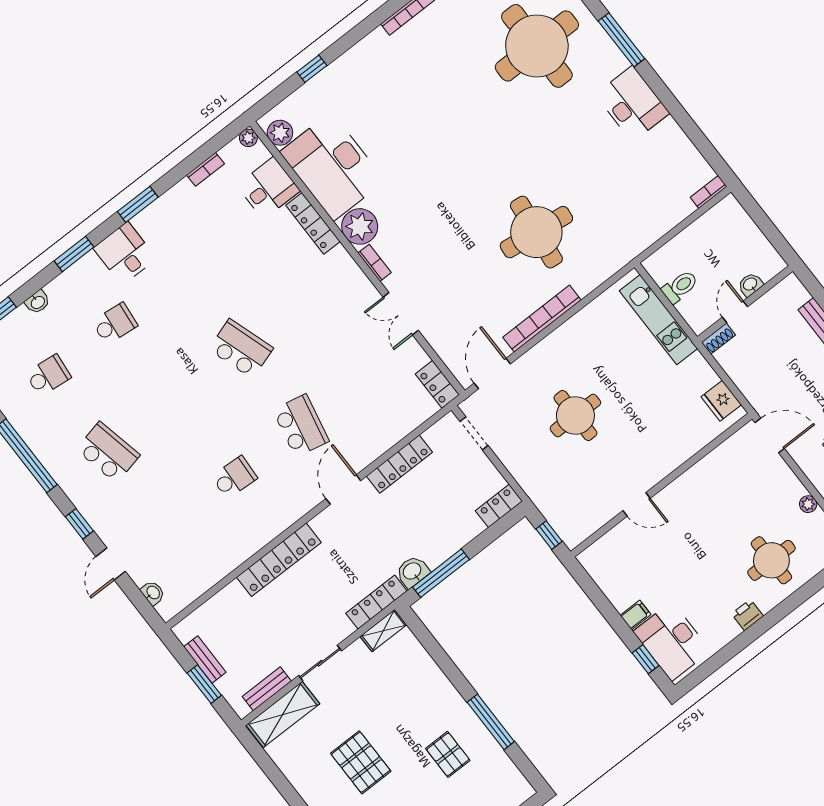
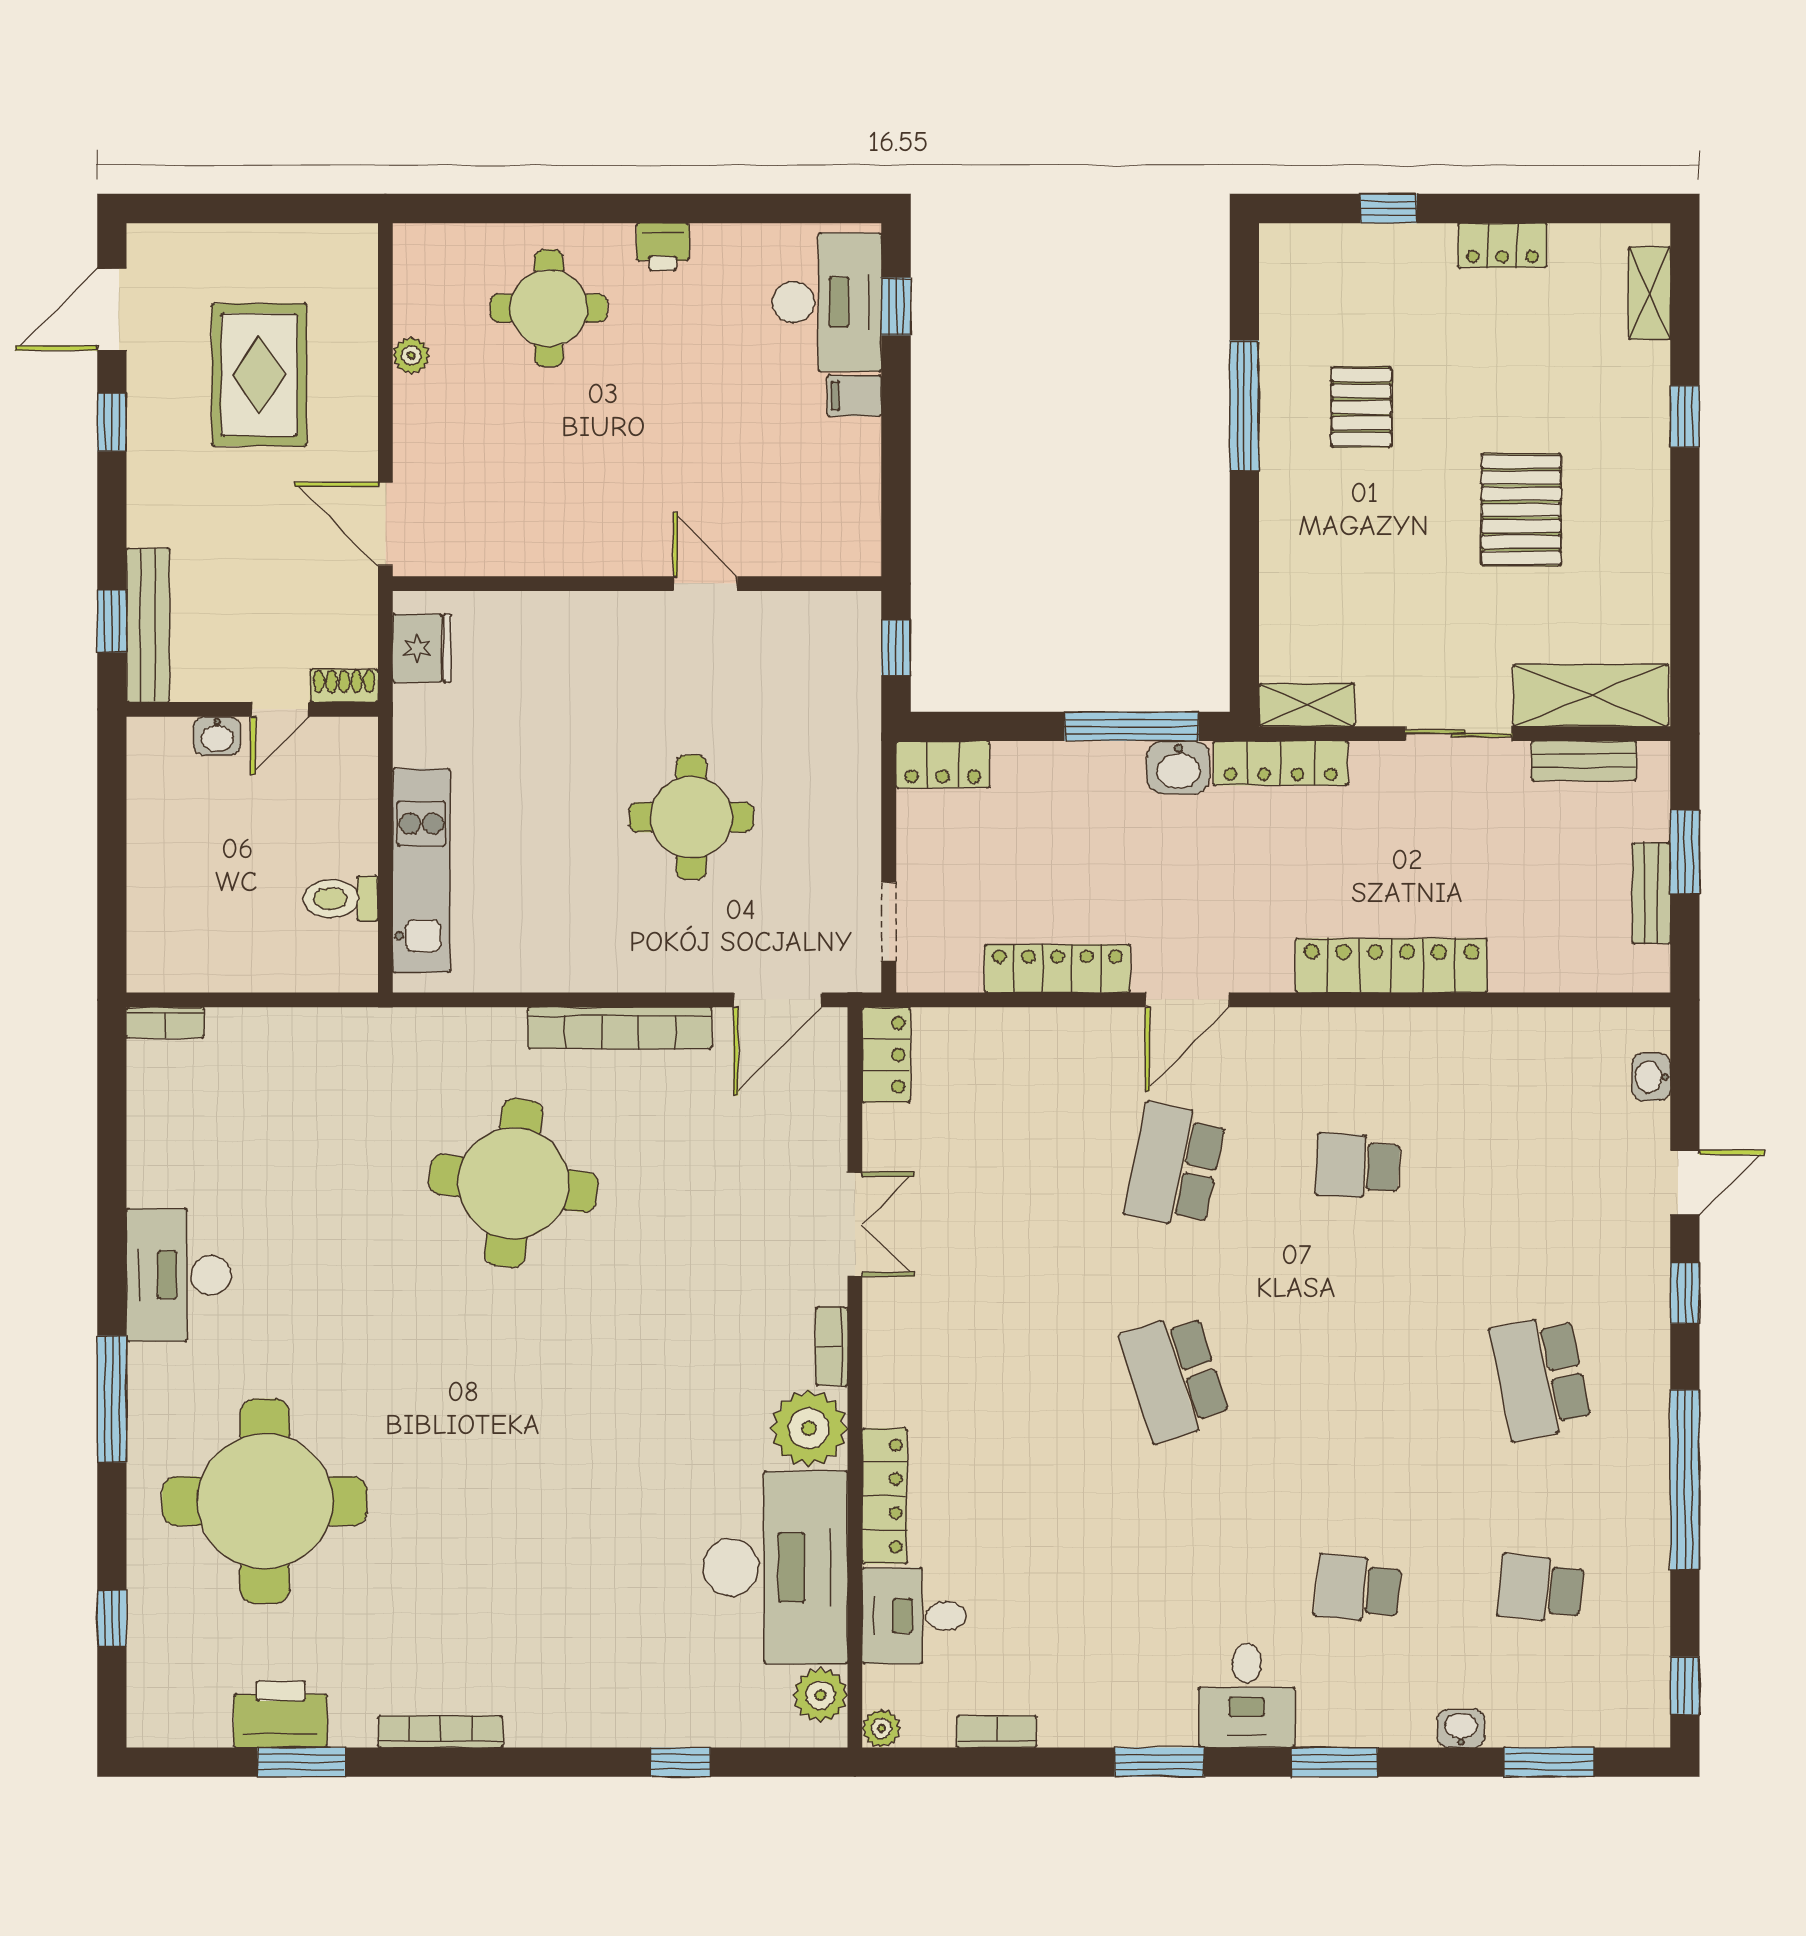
washbasin: (750, 284) -> (217, 736), moved
wall: (745, 304) -> (252, 709), moved
door: (735, 312) -> (280, 709), moved
shoe rack: (718, 339) -> (344, 686), moved

